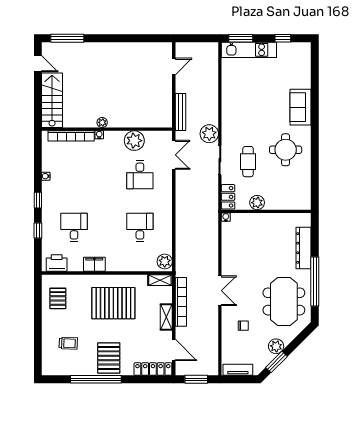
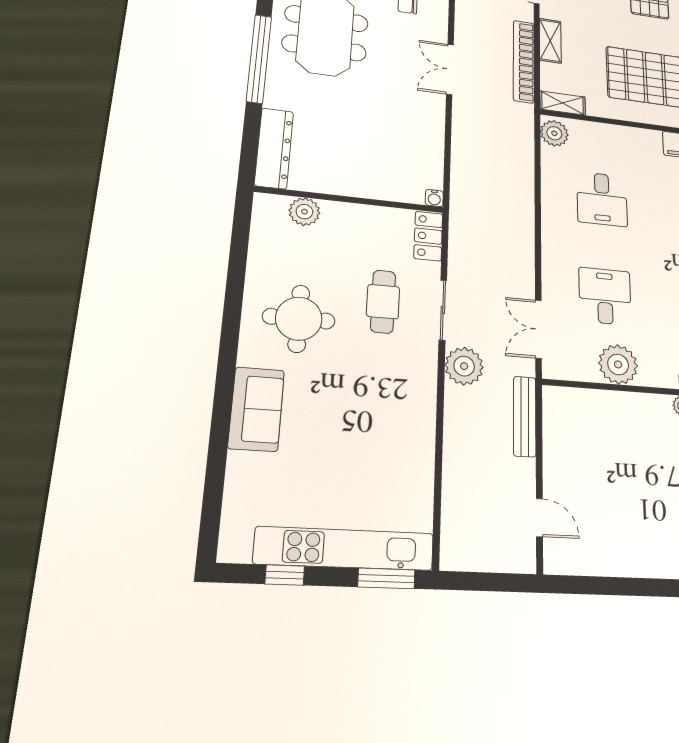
kitchen unit: (249, 50) -> (345, 549), width x1.36
door: (174, 66) -> (539, 518), swing flipped
plant: (257, 203) -> (304, 212), moved
dresser: (303, 248) -> (274, 148), moved

